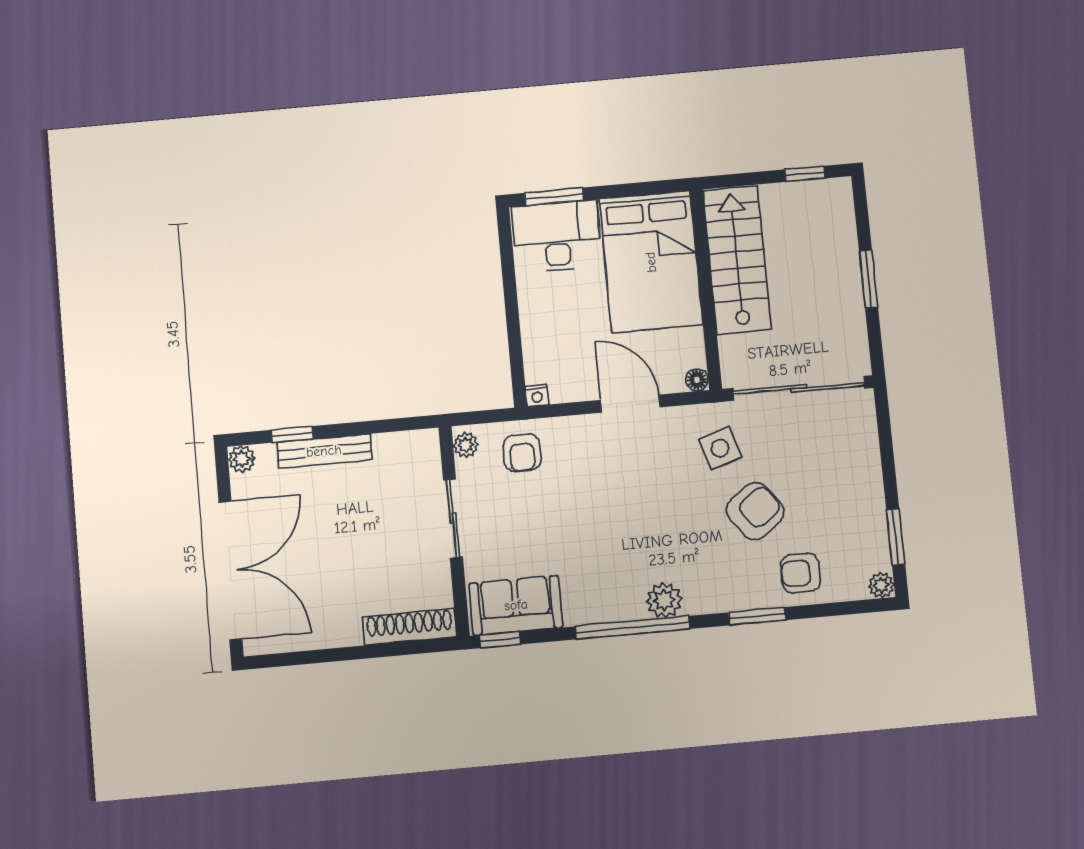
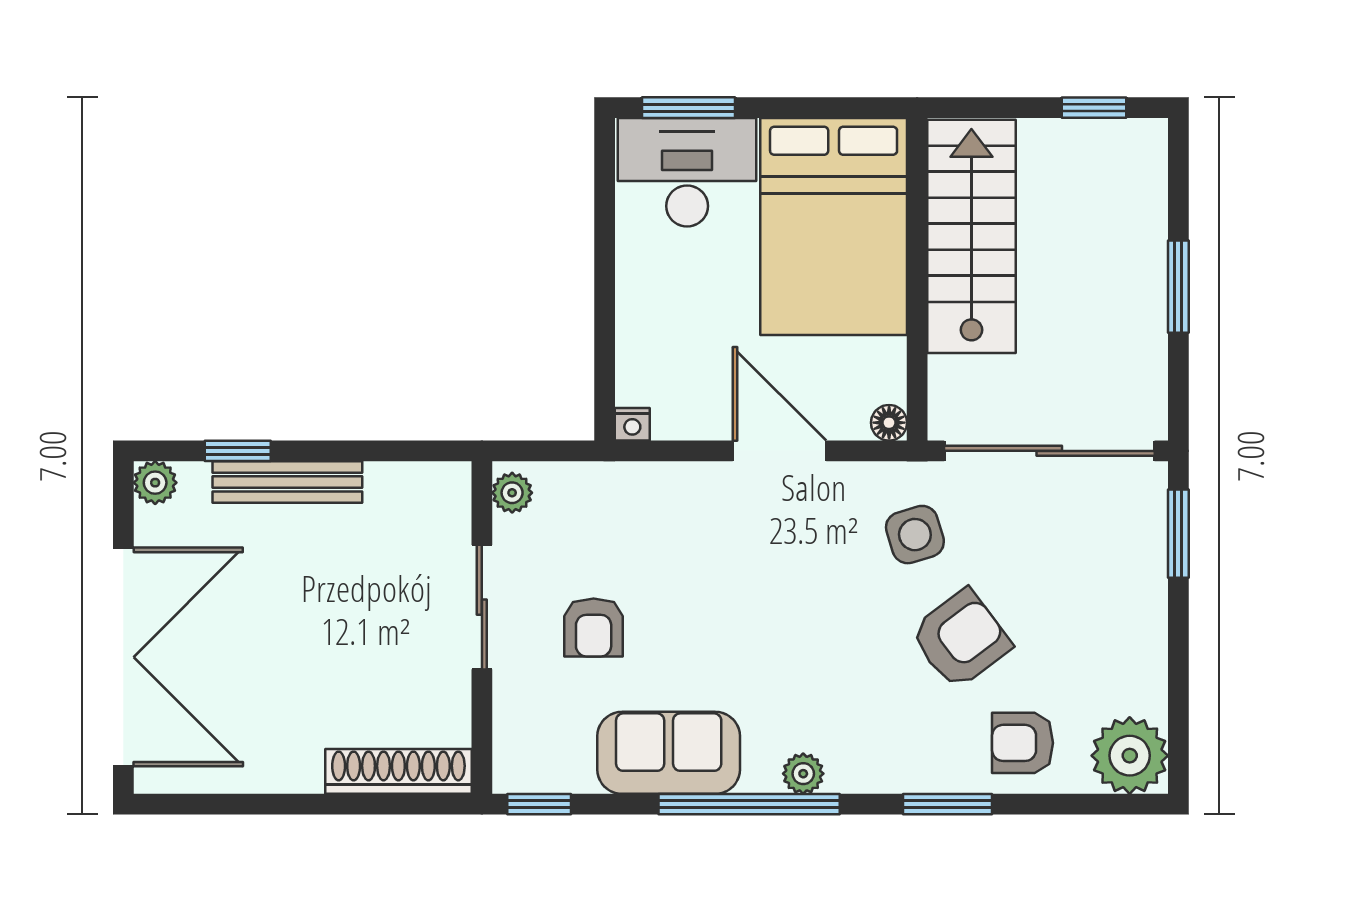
armchair: (522, 453) -> (594, 627), moved
window: (896, 537) -> (1178, 534), moved
plant: (881, 585) -> (1130, 756), width x1.87, depth x1.87
plant: (664, 600) -> (803, 774), width x0.73, depth x0.73
sofa: (516, 605) -> (669, 753), moved

